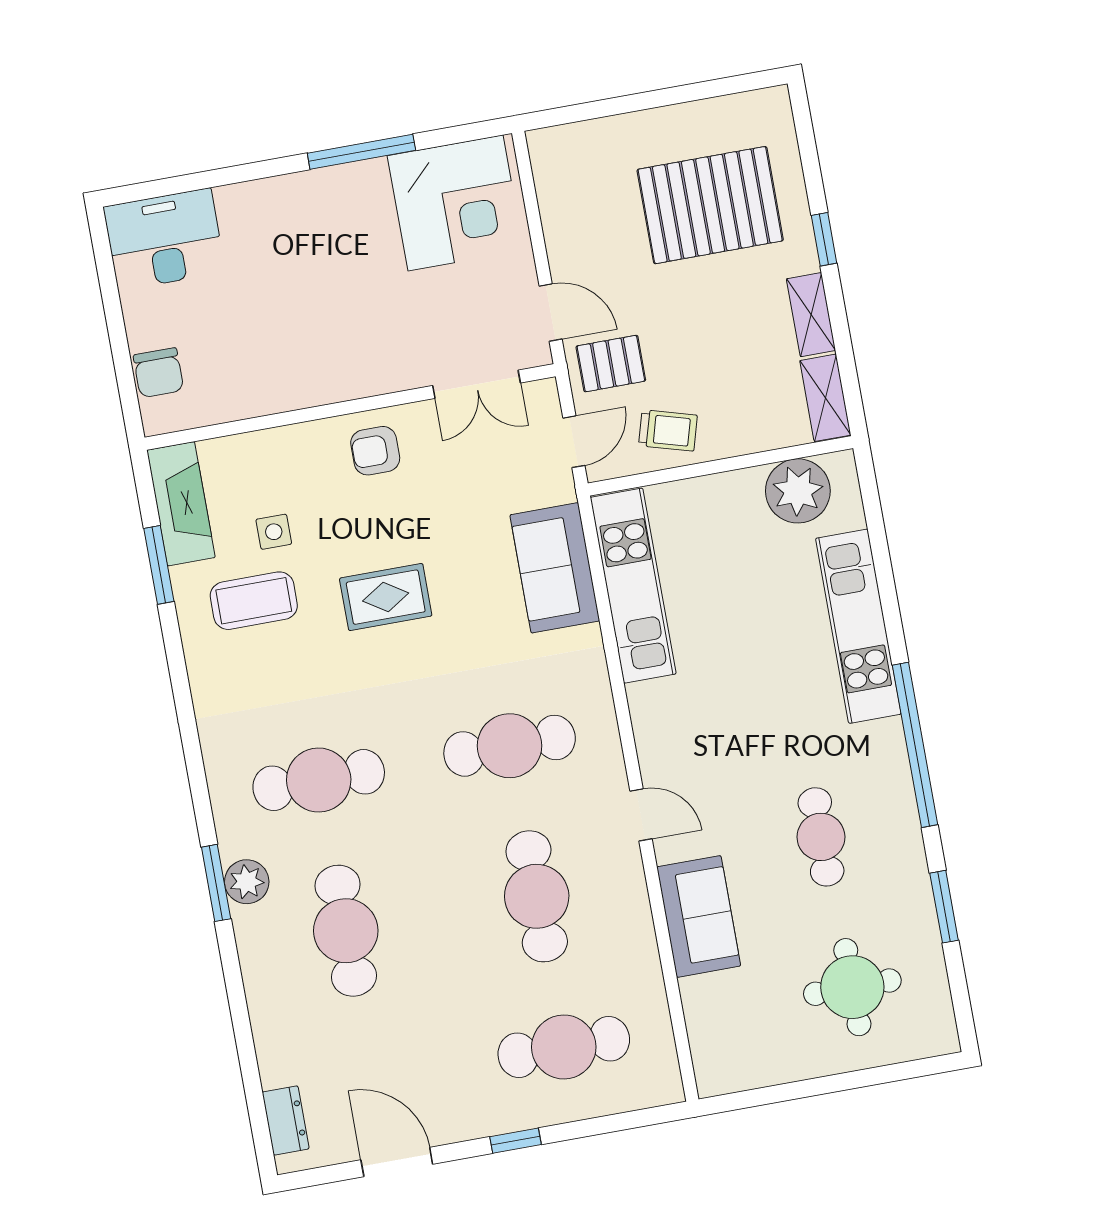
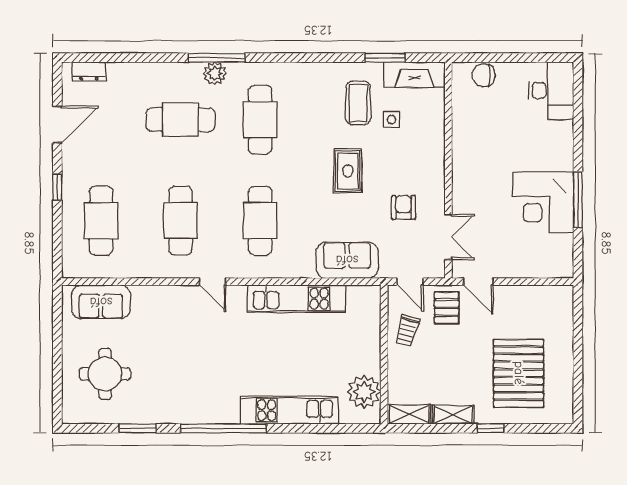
corner desk: (455, 203) -> (543, 202), moved
door: (551, 313) -> (478, 282), hinge flipped
double door: (477, 384) -> (448, 237), swing flipped
armchair: (375, 451) -> (403, 207), moved
kitchen unit: (633, 586) -> (296, 299), moved
door: (641, 815) -> (213, 282), hinge flipped
cafe table: (821, 837) -> (185, 372), removed
window: (216, 883) -> (217, 58), width x1.44
cafe table: (537, 896) -> (181, 221), turned 90
sofa: (699, 916) -> (101, 302), moved

